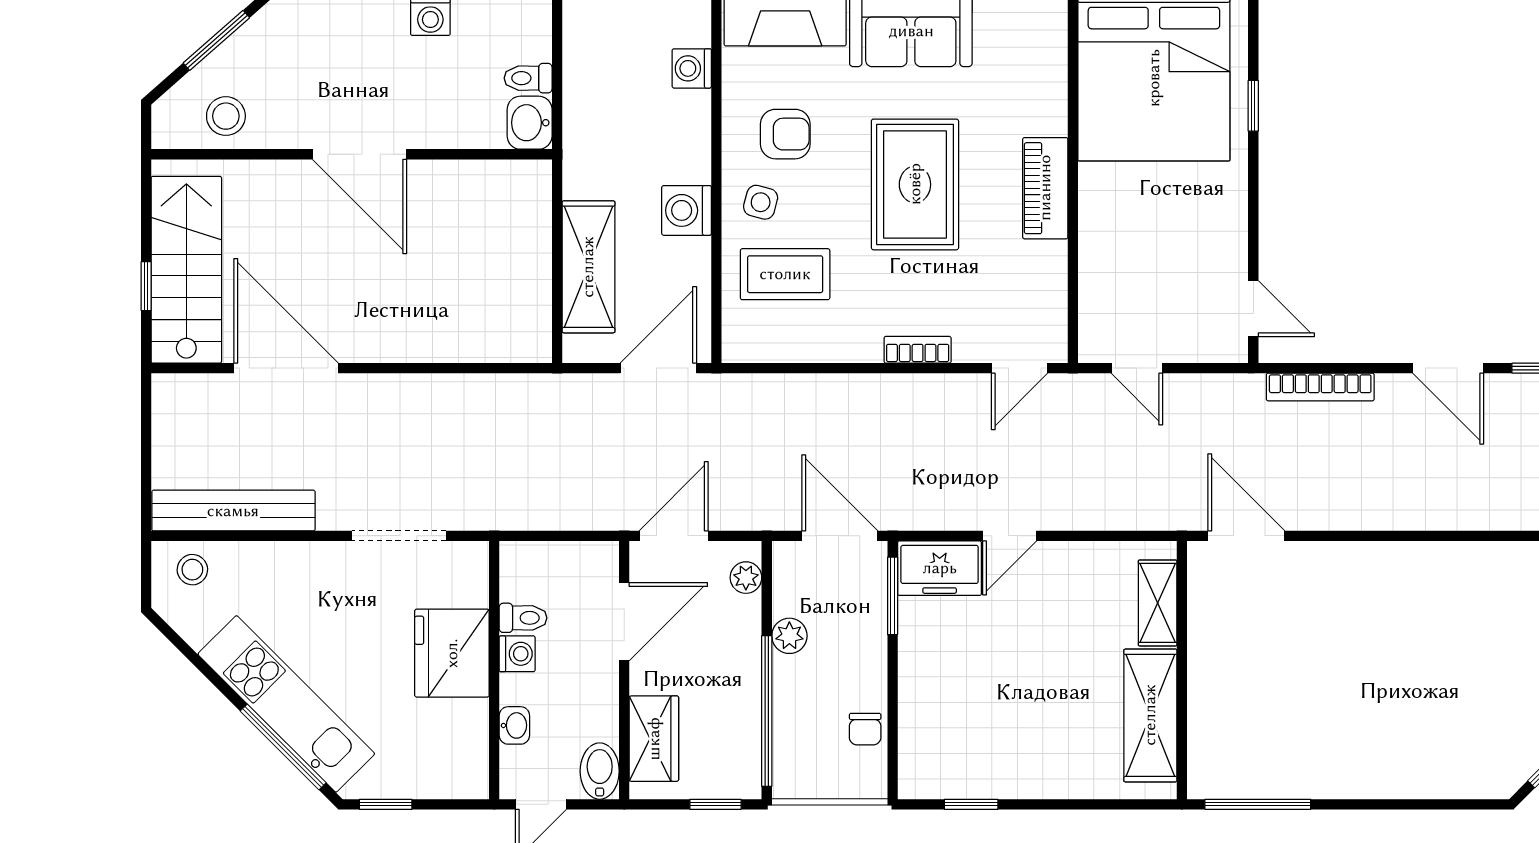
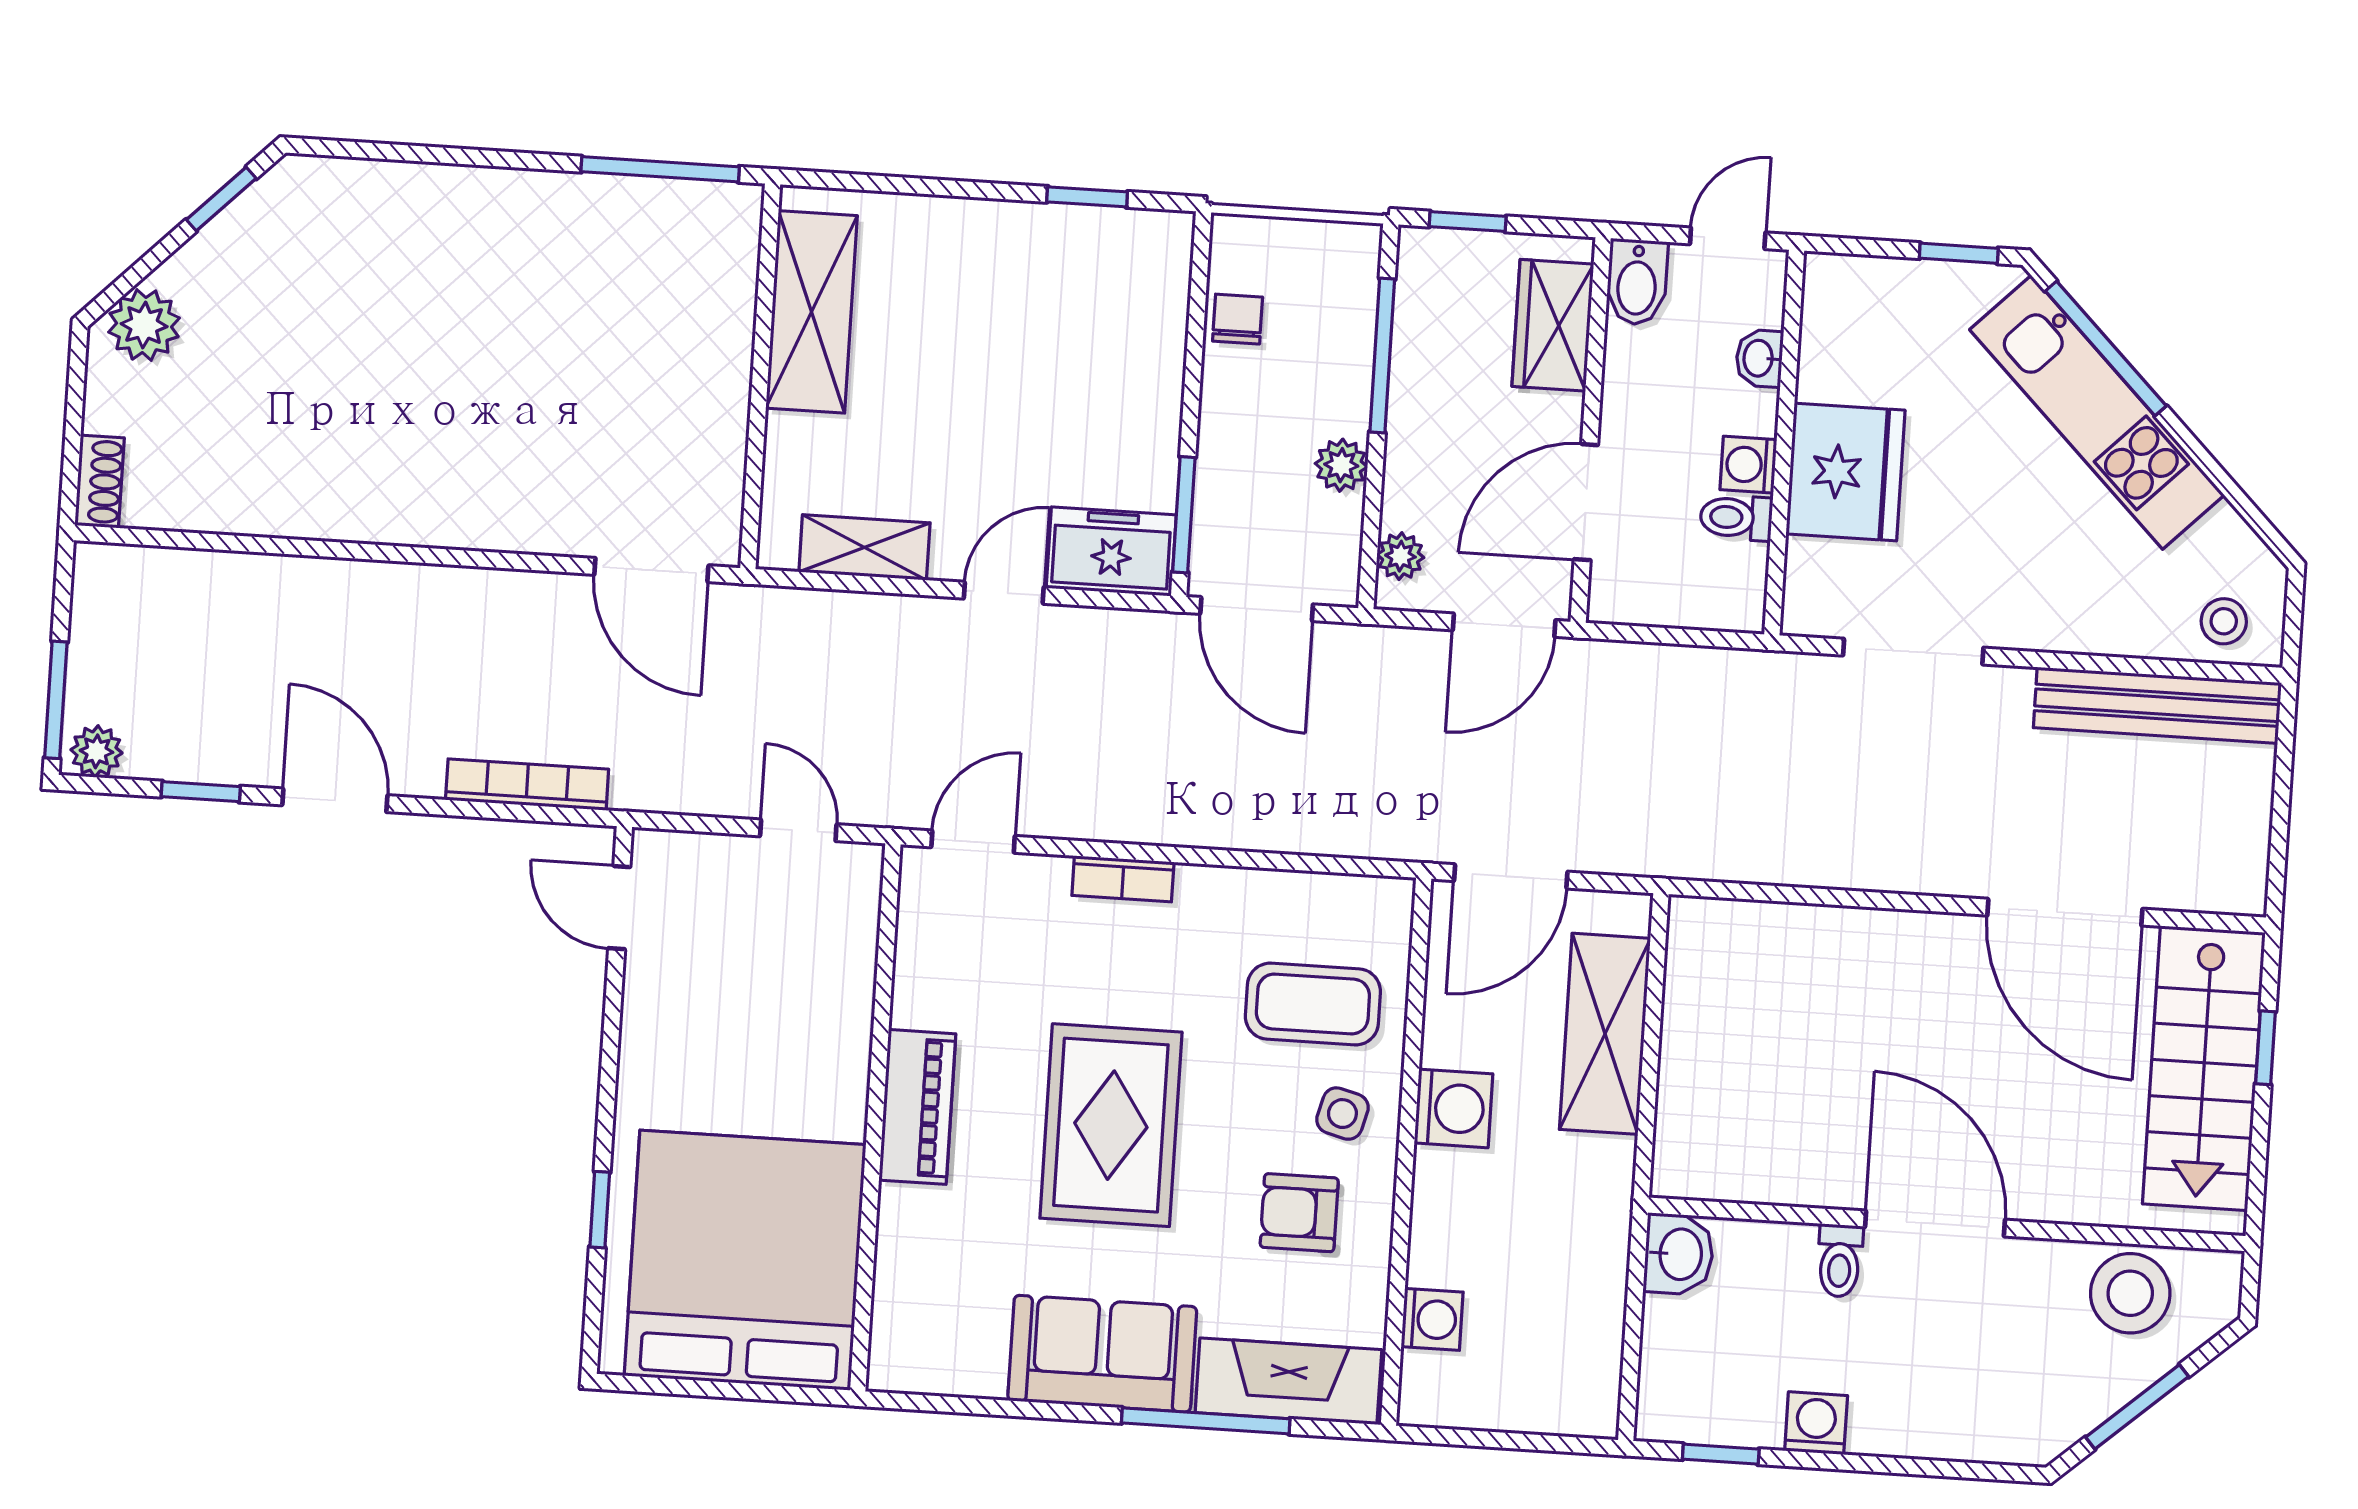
toilet: (528, 78) -> (1840, 1261), moved, turned 90
stool: (226, 116) -> (2130, 1293), width x1.38, depth x1.38
shelving: (1158, 603) -> (864, 547), moved, turned 90
window: (767, 711) -> (1382, 355), width x0.68

